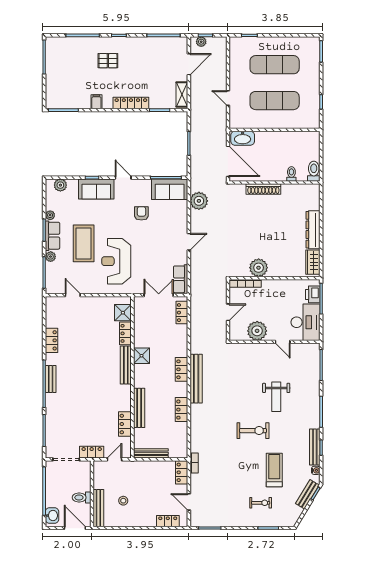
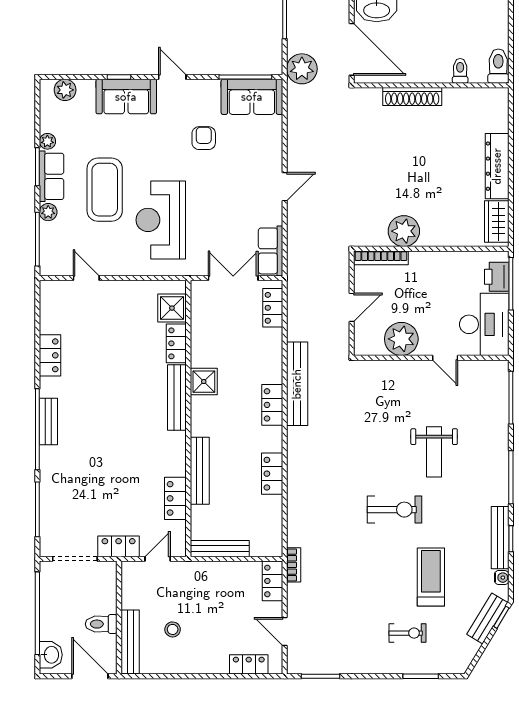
plant: (199, 201) -> (302, 69), moved
bench: (196, 379) -> (297, 384), moved

